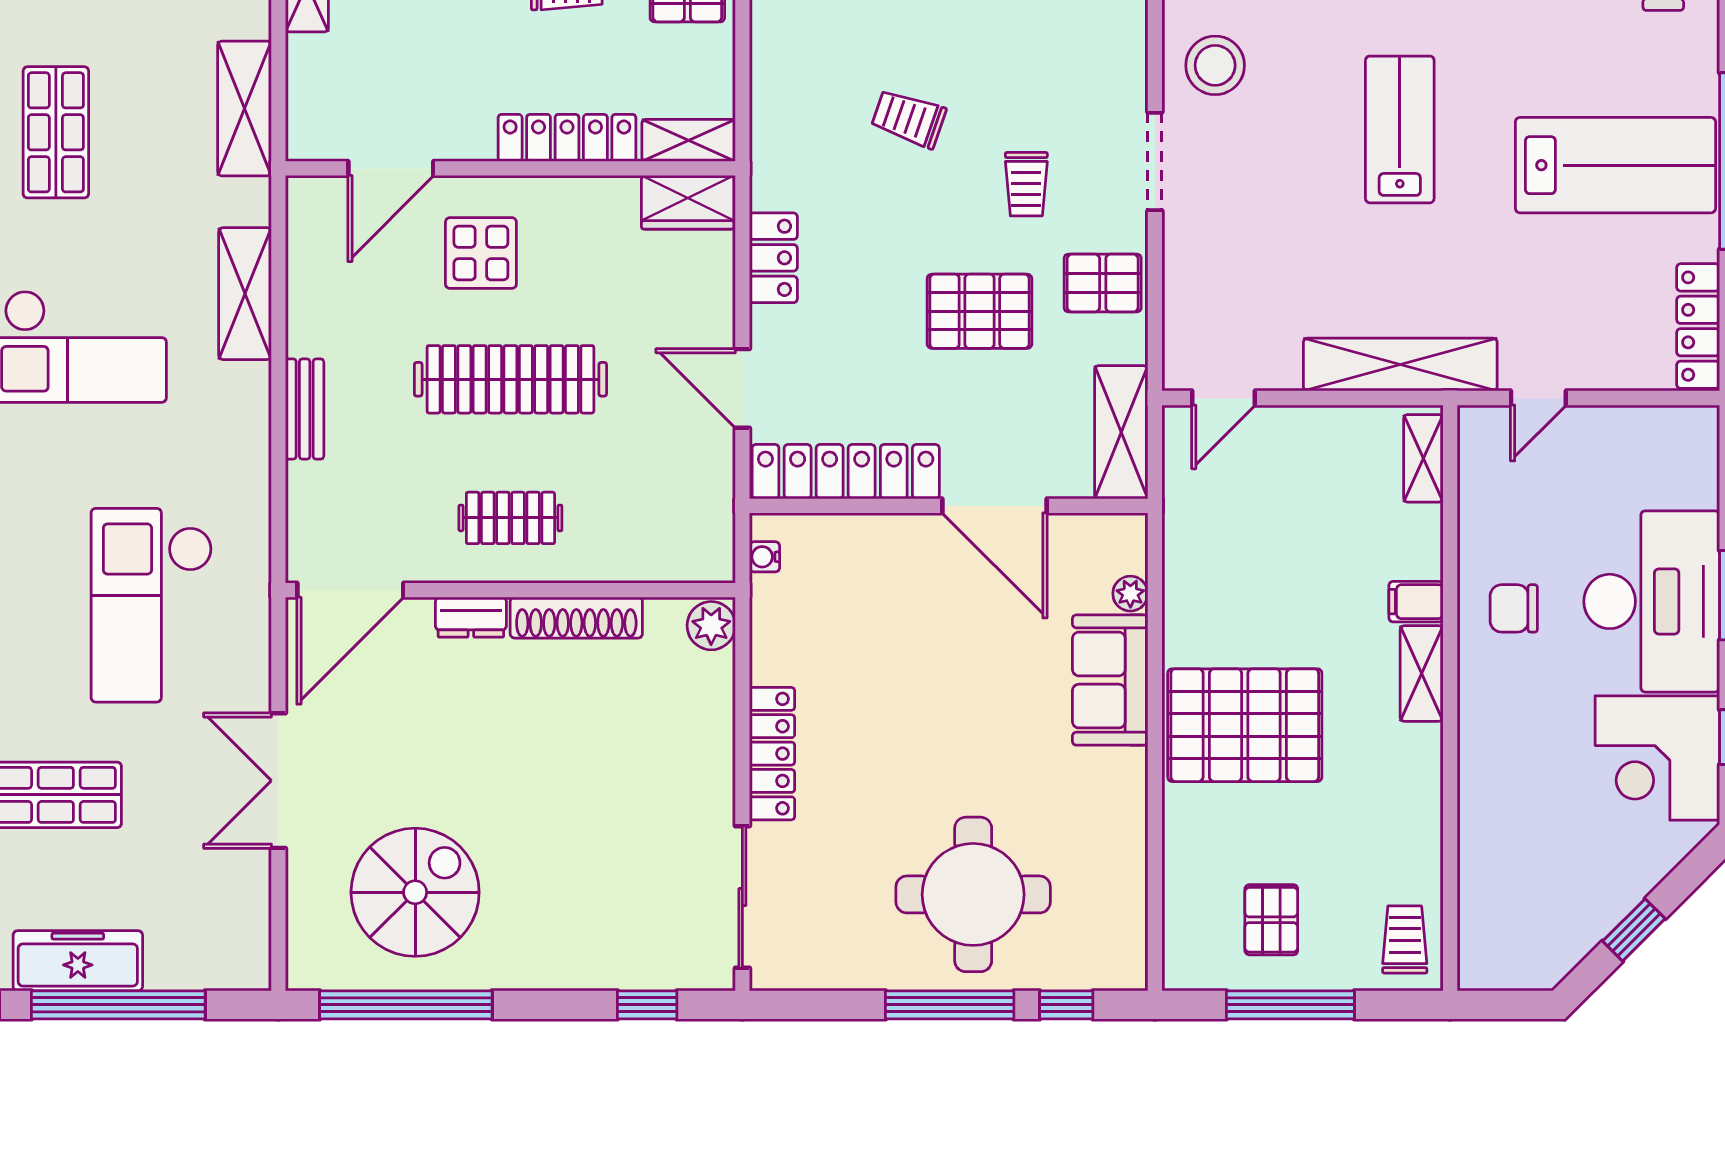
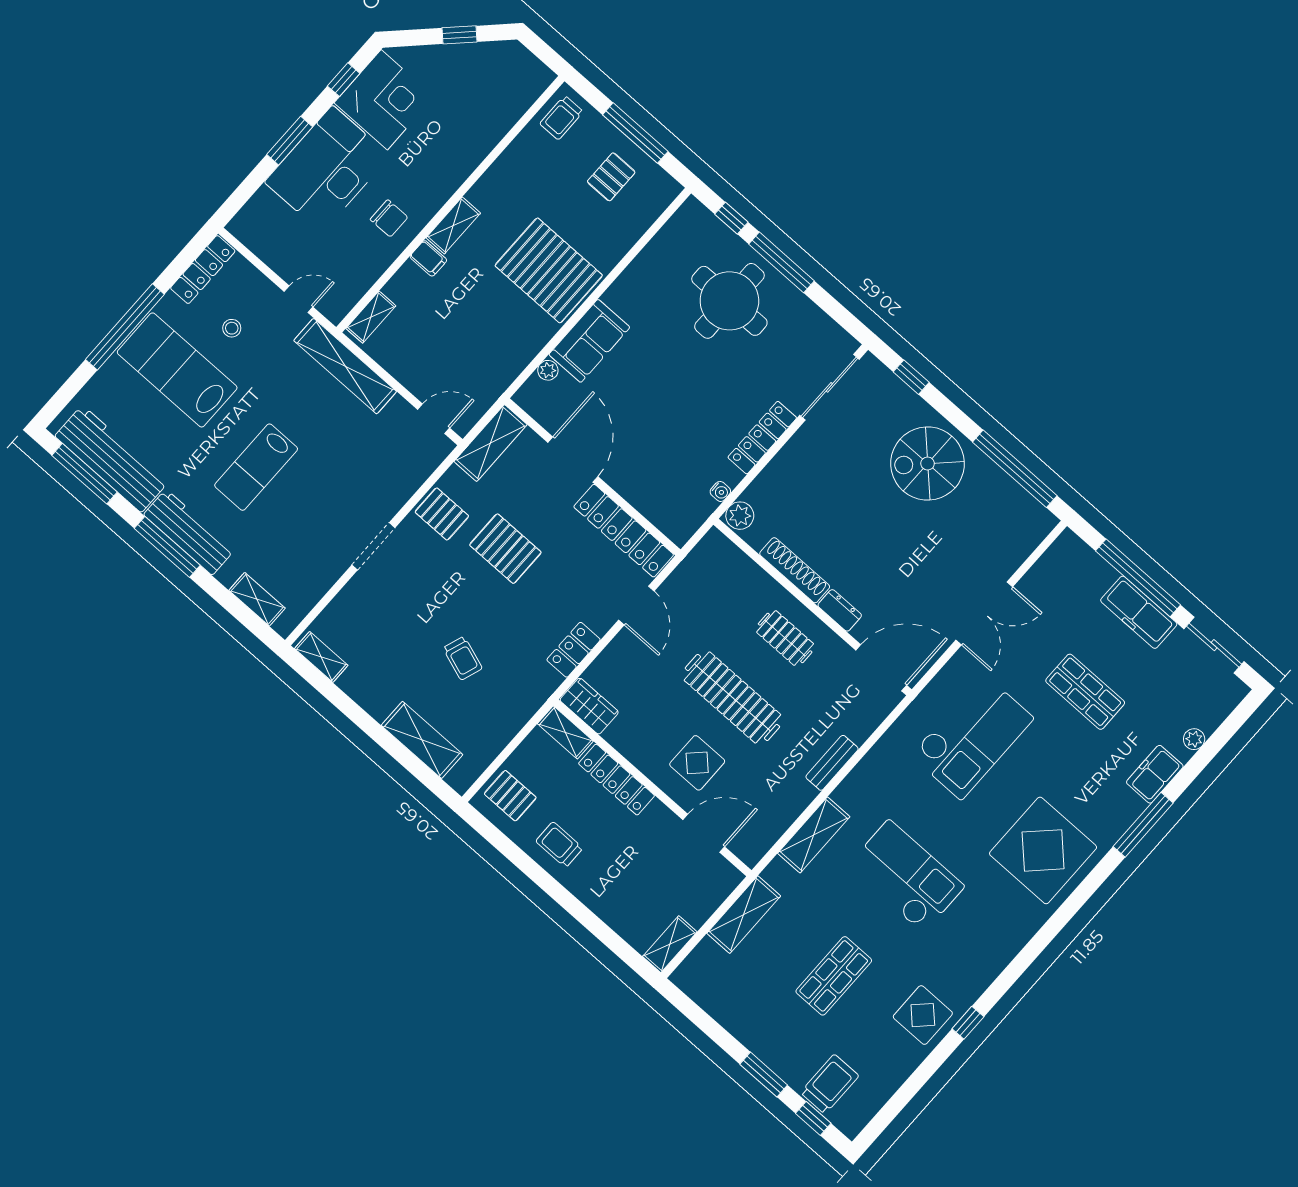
stool: (1215, 65) -> (232, 328), moved, width x0.53, depth x0.53
trolley: (1026, 184) -> (437, 585), removed
water cooler: (765, 557) -> (720, 491), moved
spiral stairs: (415, 892) -> (928, 464), moved

